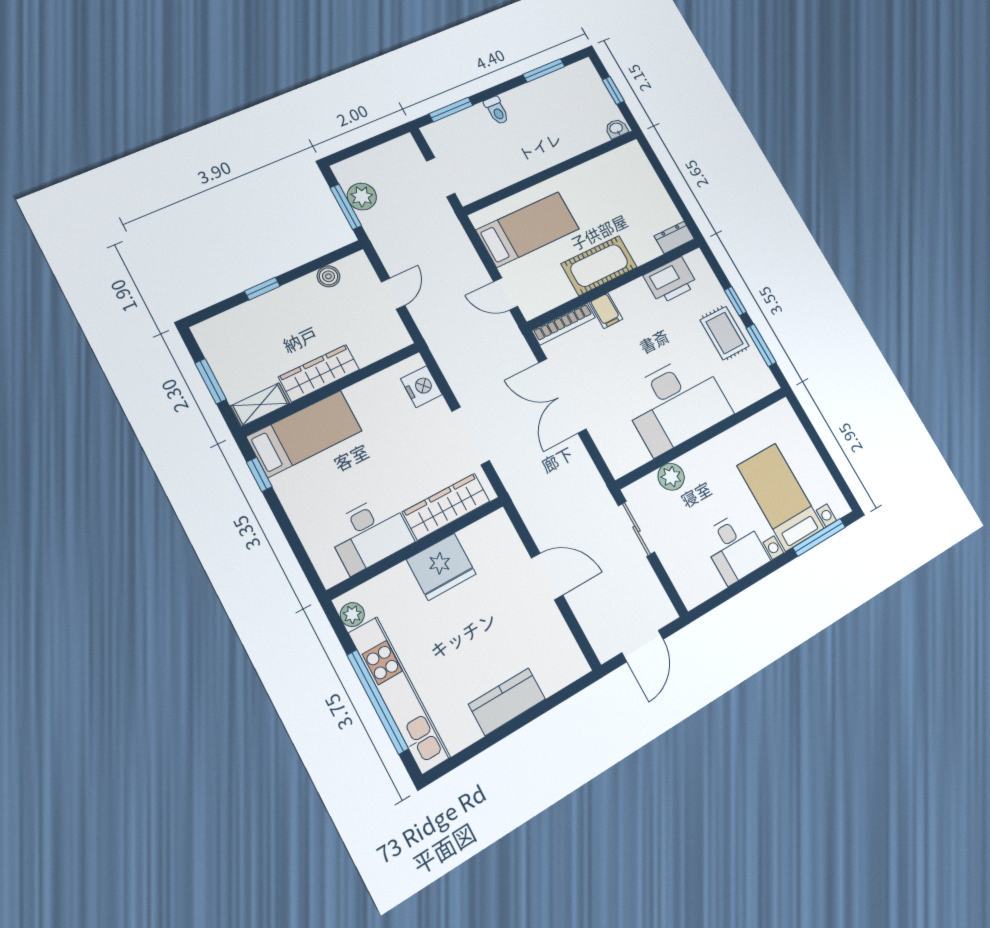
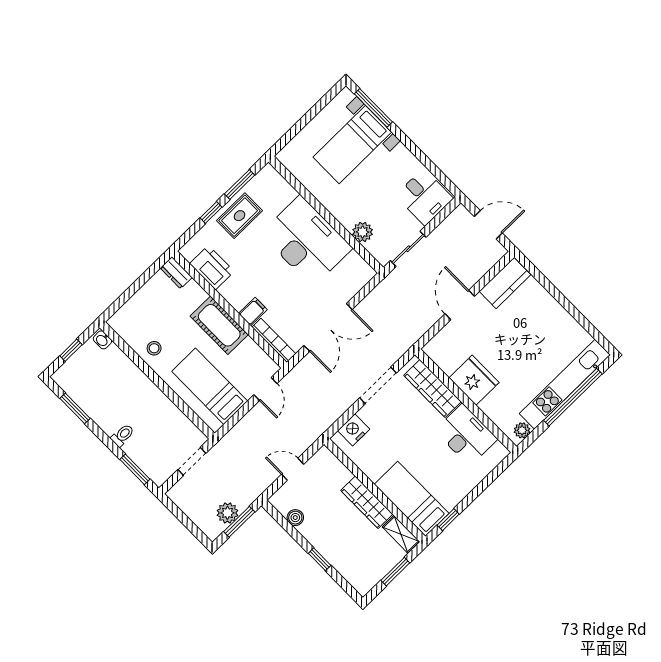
stool: (591, 182) -> (154, 348), added
desk: (735, 548) -> (424, 197), moved, turned 90
kitchen counter: (507, 702) -> (505, 283), moved, turned -90

